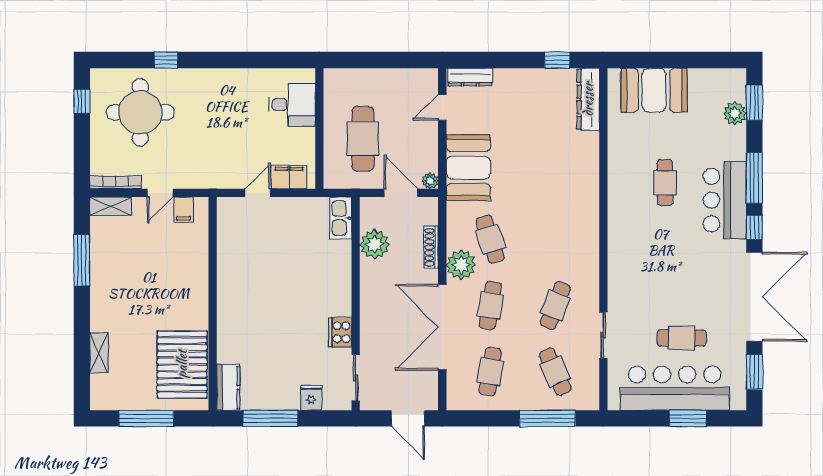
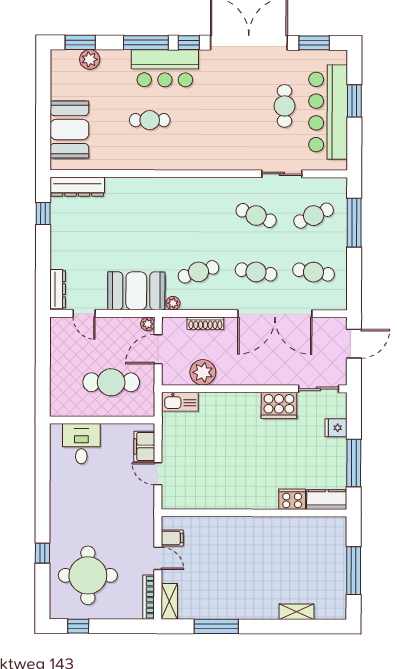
plant: (461, 265) -> (173, 303), moved, width x0.53, depth x0.53
cooker: (340, 332) -> (279, 405), width x1.37, depth x1.31
cooker: (229, 348) -> (292, 499), added
pallet: (182, 364) -> (307, 540), removed

